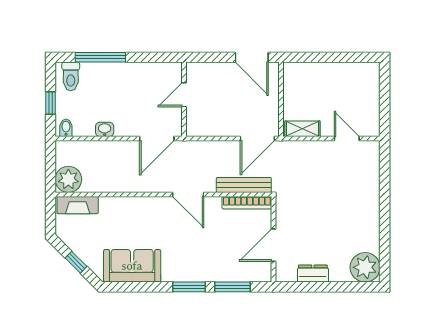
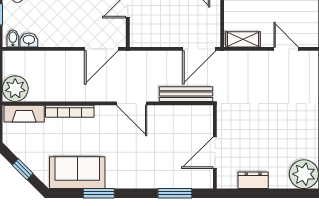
washbasin: (105, 129) -> (29, 40), moved
bookcase: (247, 203) -> (70, 111), moved
window: (189, 287) -> (99, 193), moved

